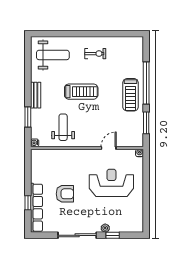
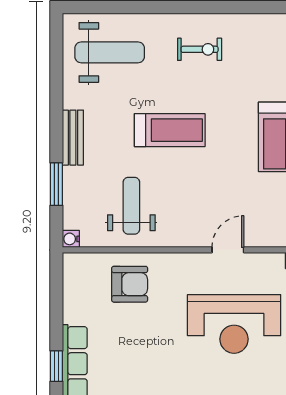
reception desk: (111, 183) -> (234, 324), turned 180
armchair: (65, 194) -> (130, 284), moved

